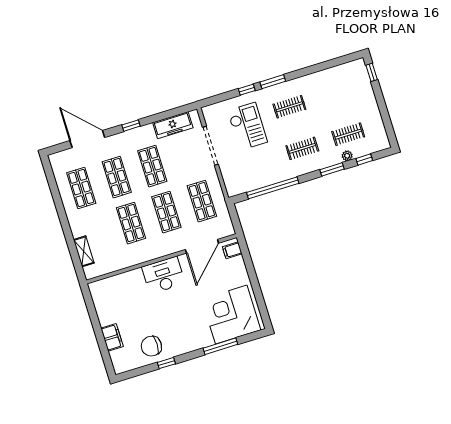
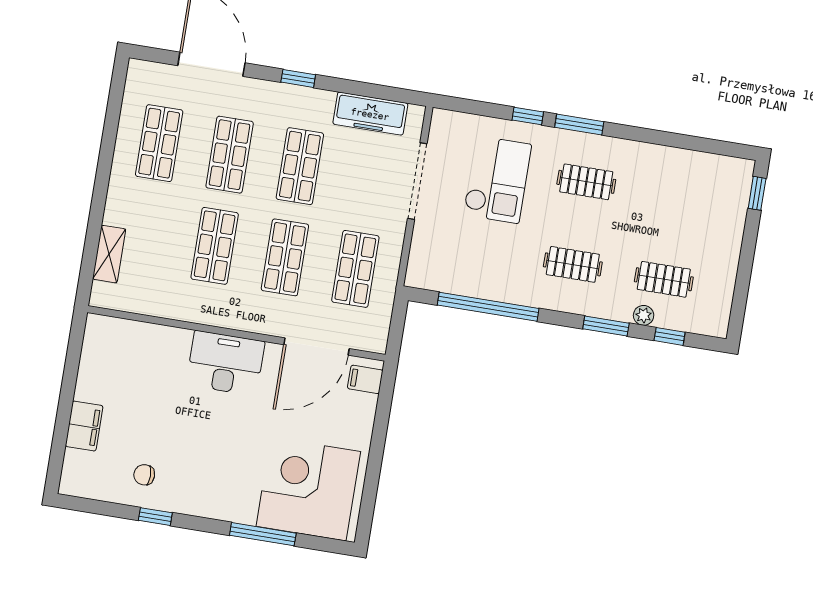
chair: (151, 346) -> (144, 475), width x0.54, depth x0.54

